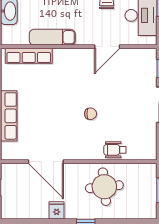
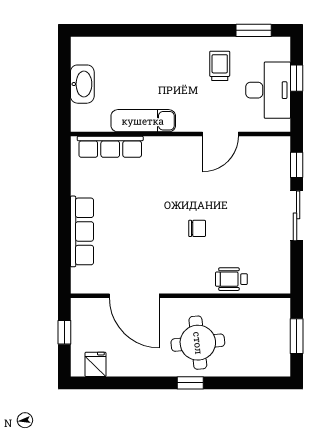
round table: (104, 187) -> (198, 343), moved
fridge: (57, 210) -> (96, 364), moved

